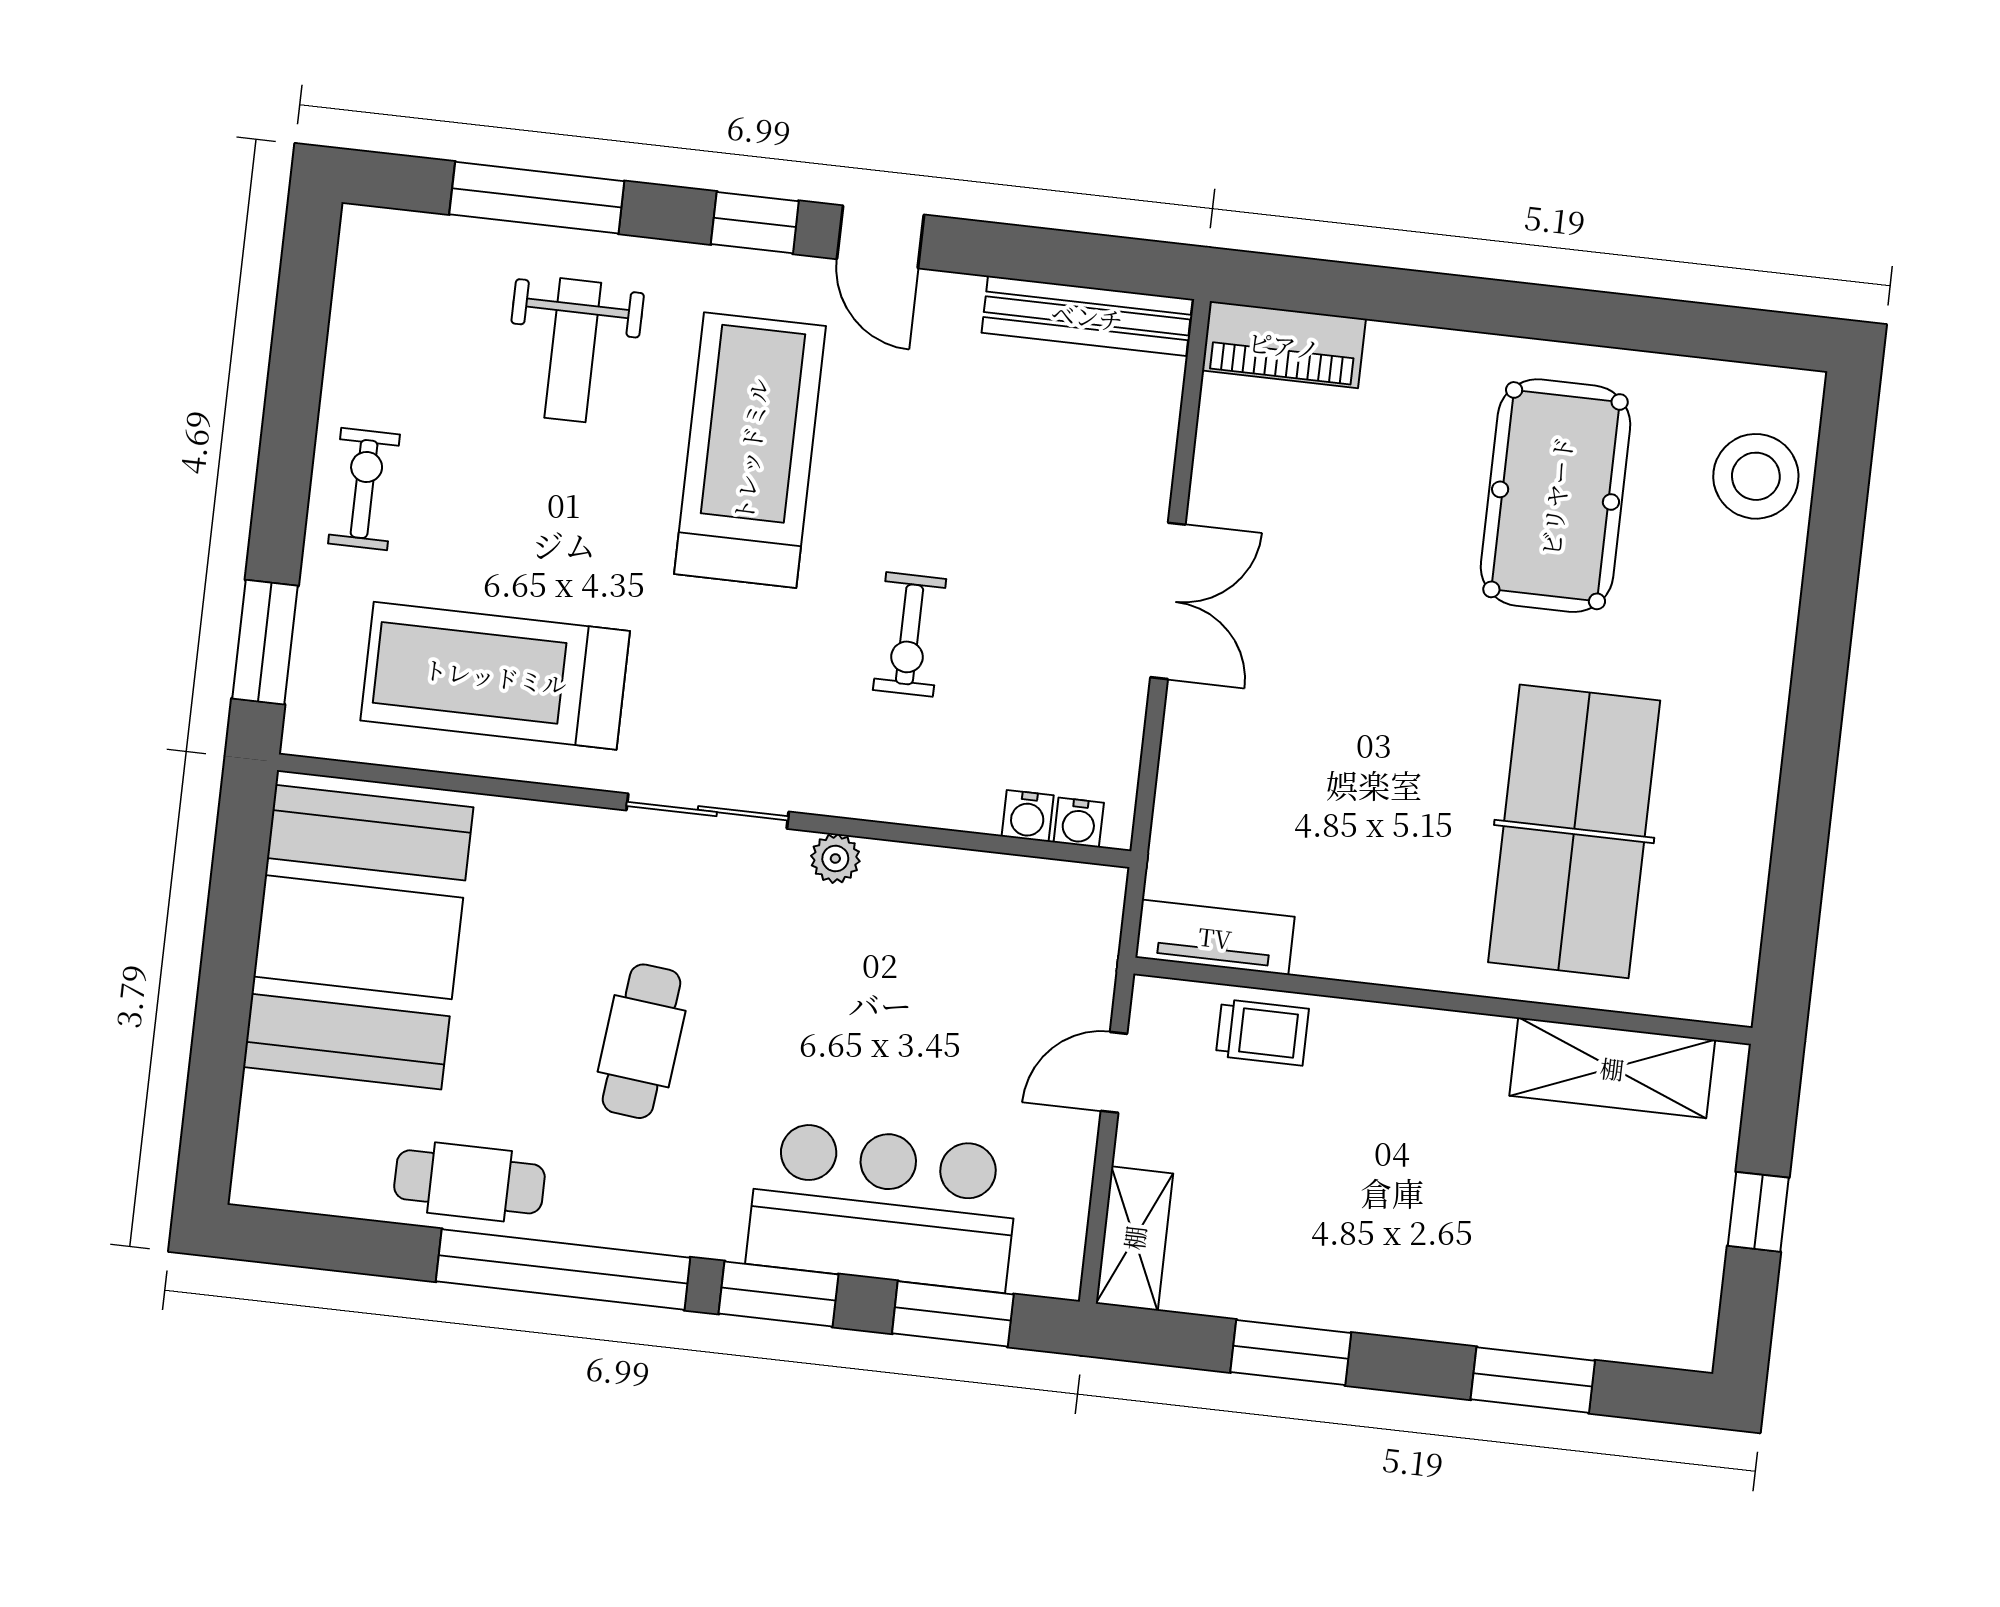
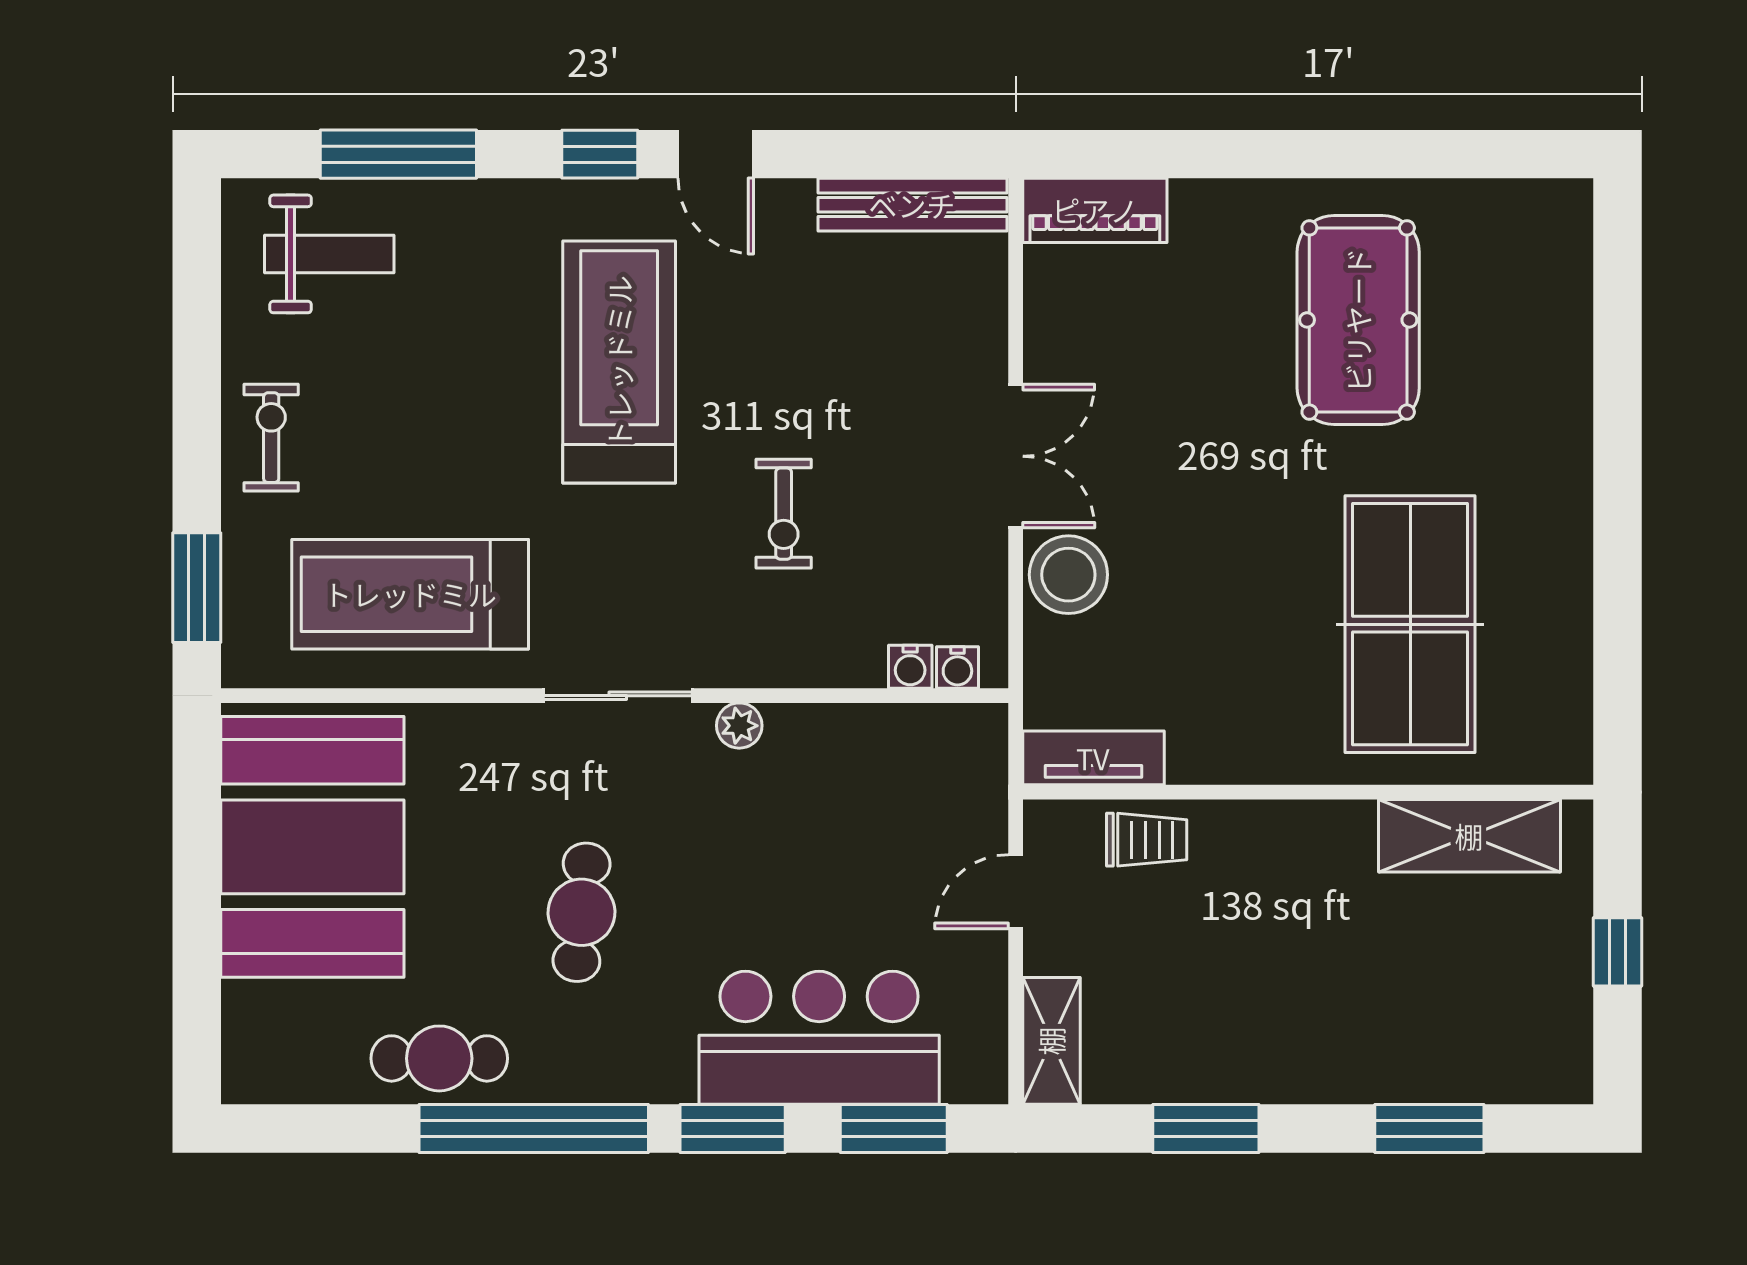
weight bench: (573, 350) -> (329, 254), moved, turned -90
stool: (1756, 476) -> (1068, 575), moved

